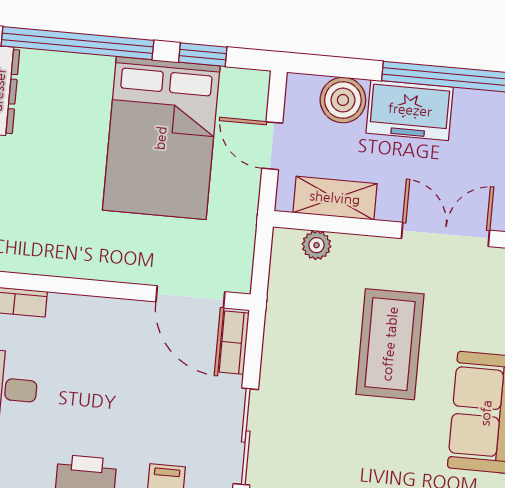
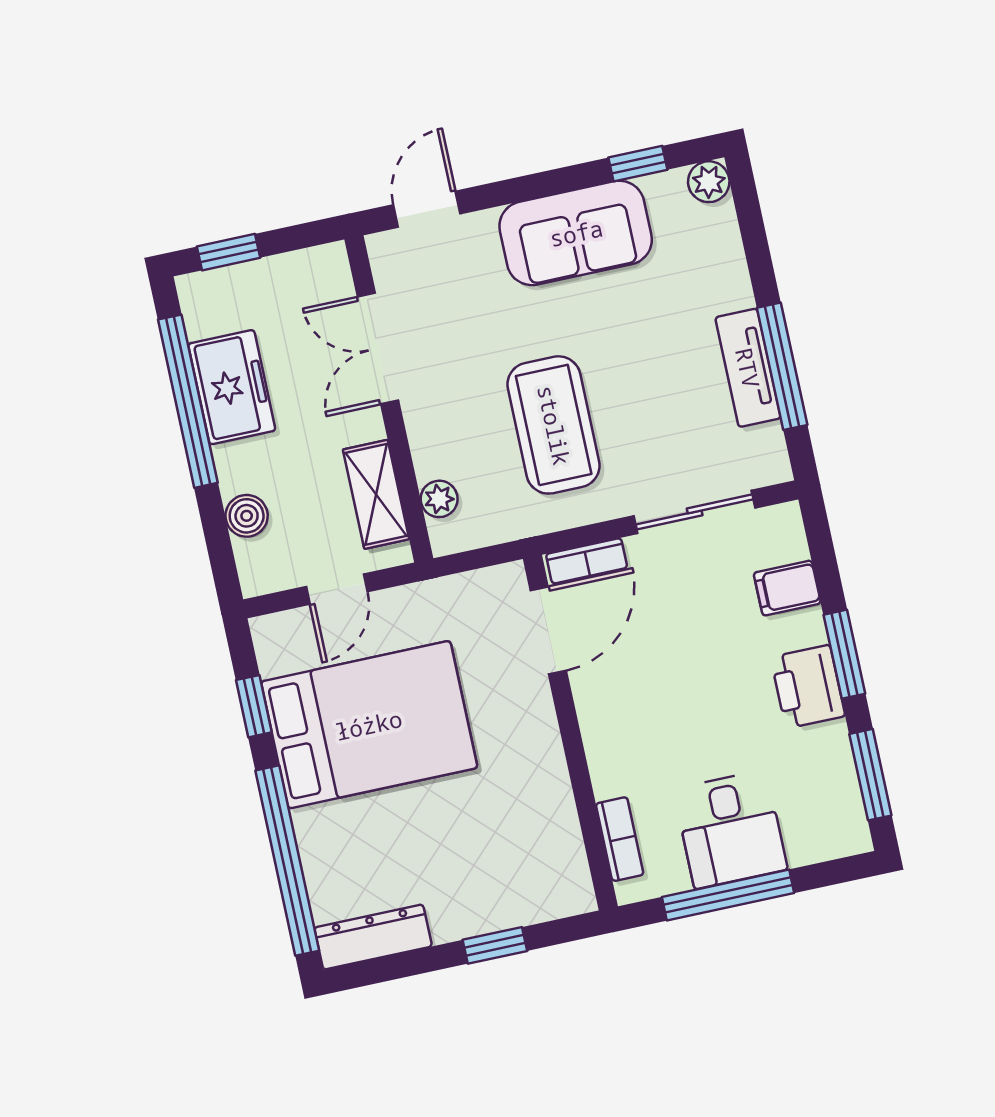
boiler: (343, 100) -> (247, 516), width x0.73, depth x0.73
freezer: (410, 110) -> (232, 387), moved
coffee table: (390, 344) -> (554, 425), moved, turned 90

